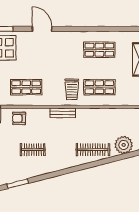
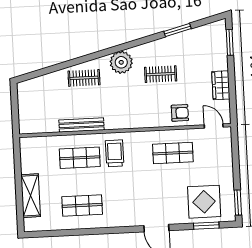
bench: (63, 113) -> (81, 125), moved, width x1.36
plant: (124, 145) -> (121, 62), moved
clothes rail: (93, 150) -> (84, 78), width x0.73

